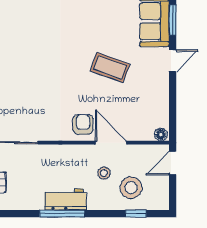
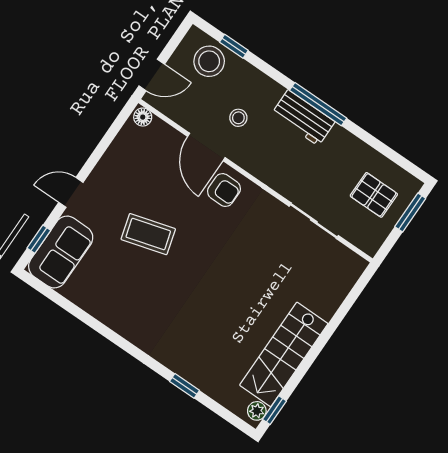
window: (173, 20) -> (39, 239), width x0.67
coffee table: (110, 68) -> (148, 234), turned -36
armchair: (83, 124) -> (224, 190), turned -90
stool: (131, 188) -> (209, 61), moved

